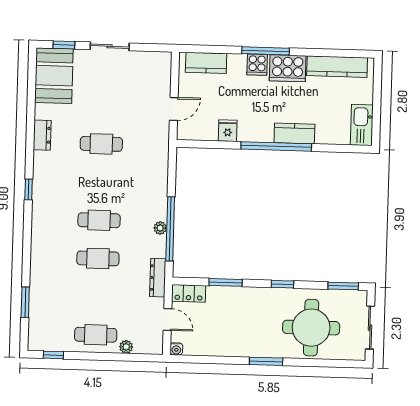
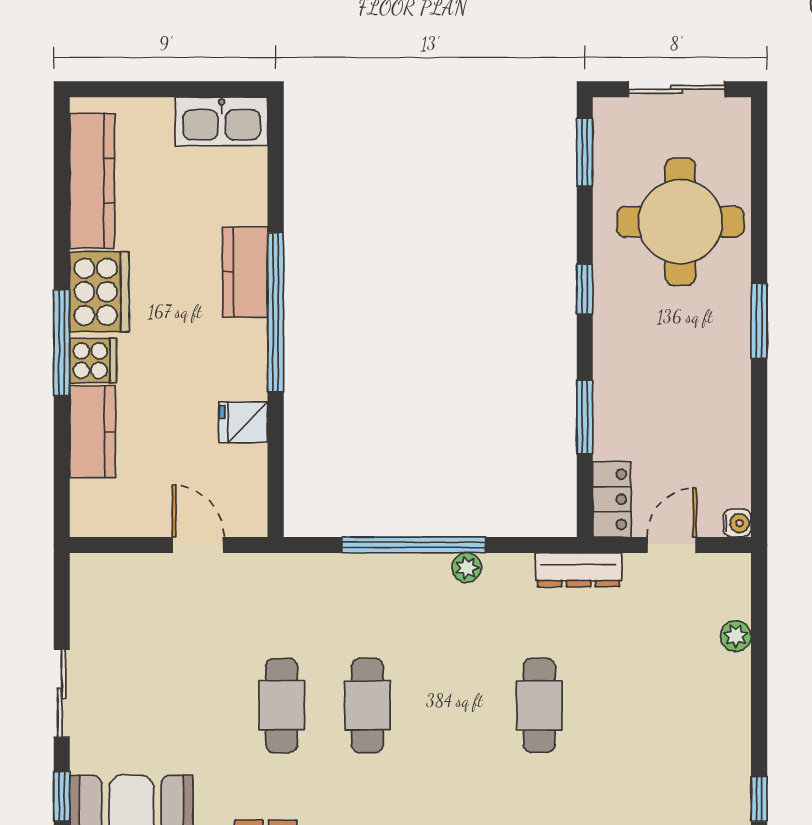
kitchen counter: (206, 63) -> (92, 432), moved
cafe table: (99, 220) -> (367, 705), moved
window: (170, 229) -> (414, 545), moved
cafe table: (96, 335) -> (711, 705), removed

